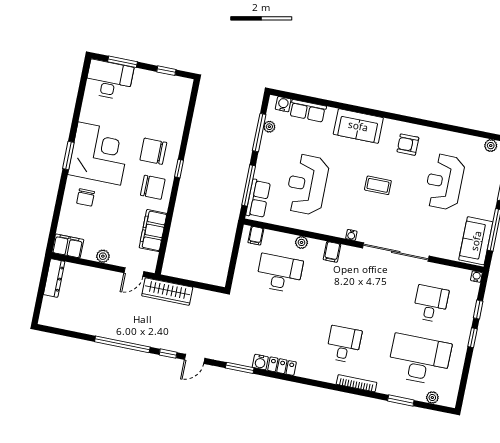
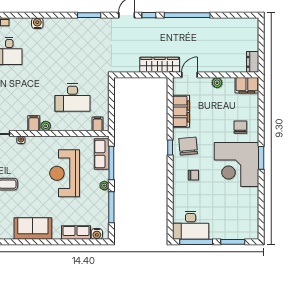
window: (166, 71) -> (196, 242), width x2.17
desk: (109, 80) -> (191, 225), moved
plant: (269, 127) -> (104, 186), moved
chair: (153, 151) -> (193, 175), width x0.54, depth x0.54
window: (179, 169) -> (170, 148), moved
reception desk: (307, 185) -> (65, 173), turned 180
chair: (153, 187) -> (188, 146), turned 85
plant: (301, 242) -> (46, 126), moved
dresser: (54, 278) -> (253, 62), width x0.70
water cooler: (260, 362) -> (37, 23), moved
locker: (282, 366) -> (55, 23), removed

